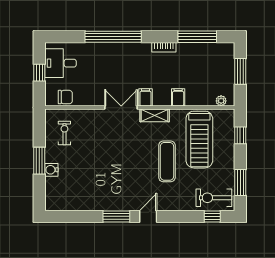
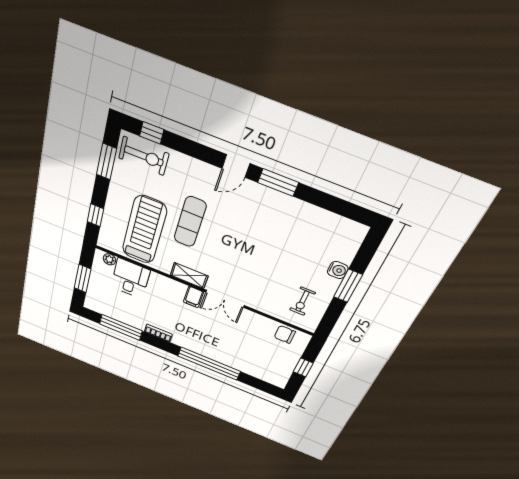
desk: (61, 63) -> (130, 279), moved, turned -90
filing cabinet: (178, 97) -> (157, 282), removed

